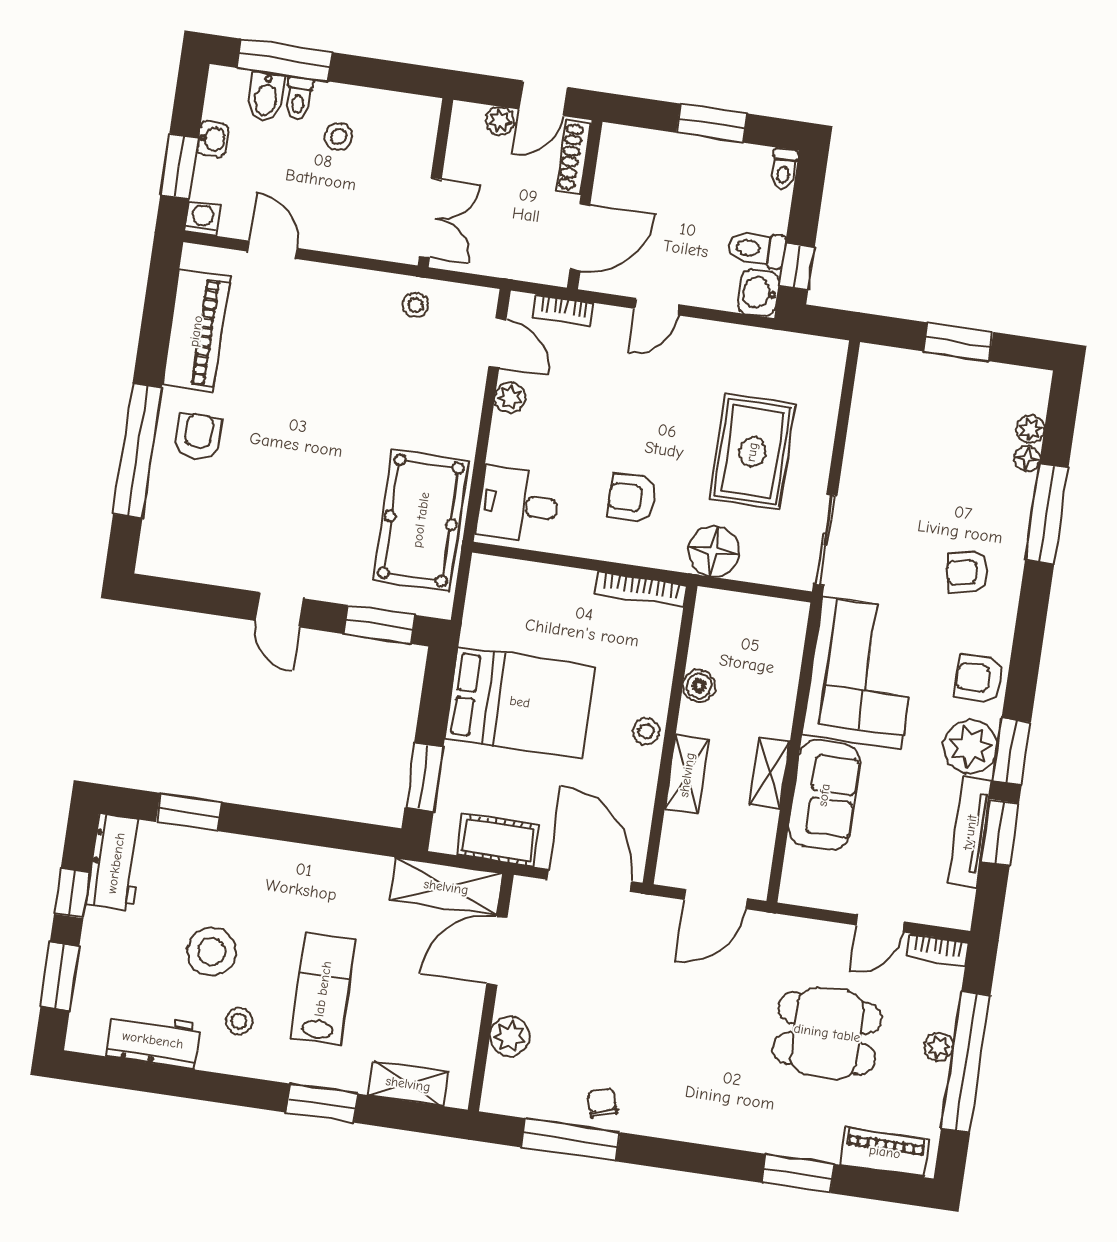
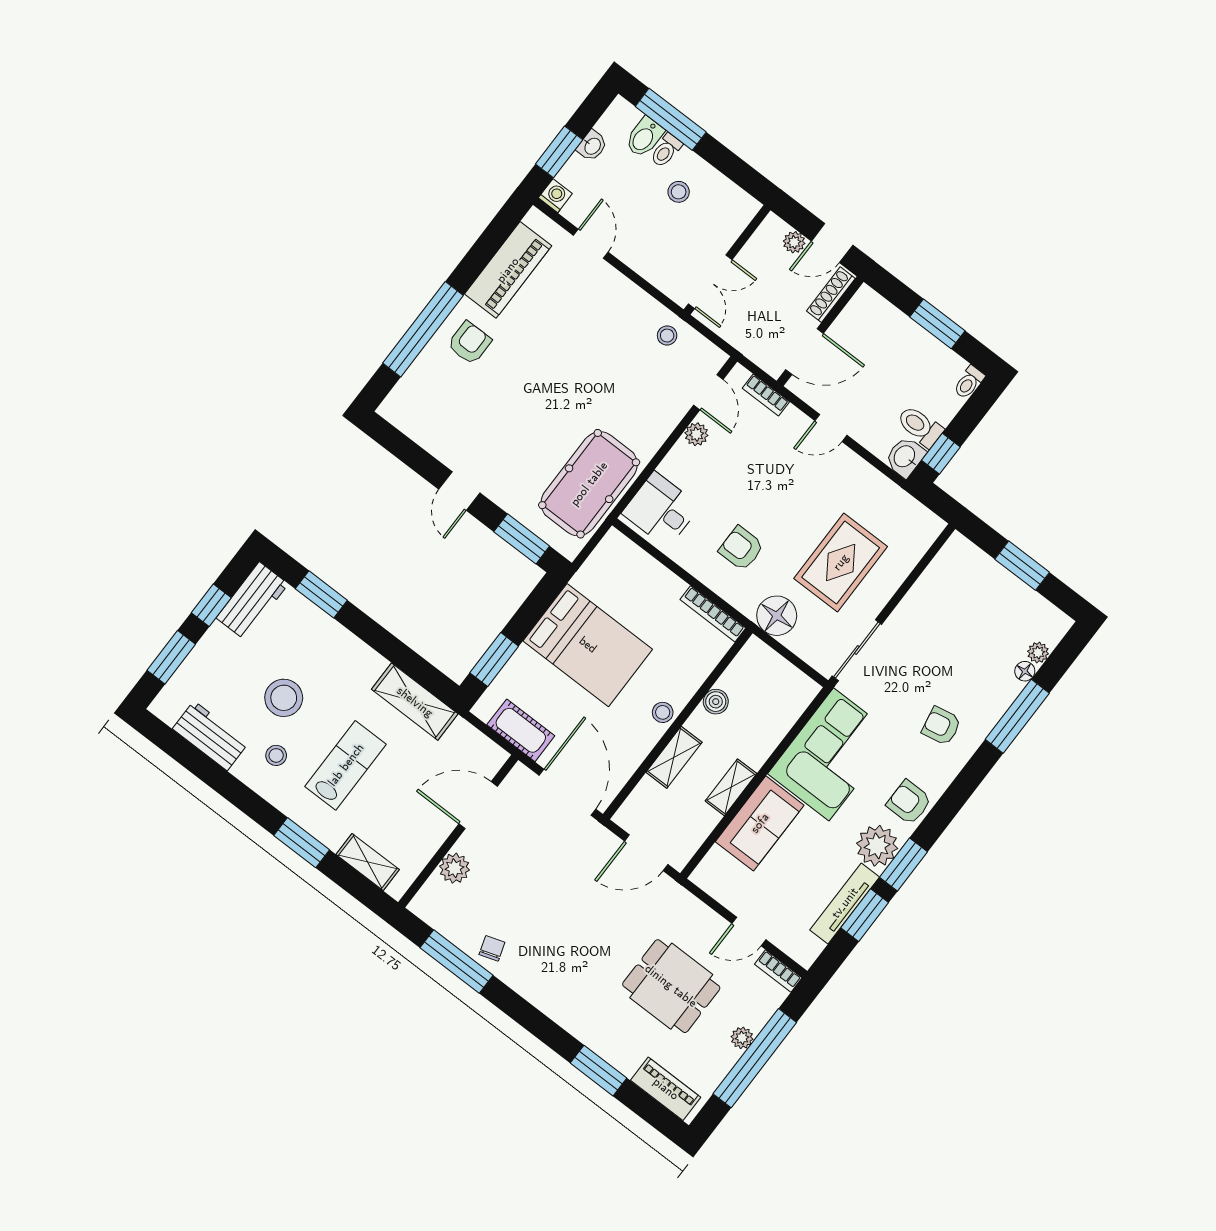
shelving: (446, 887) -> (415, 702), moved

